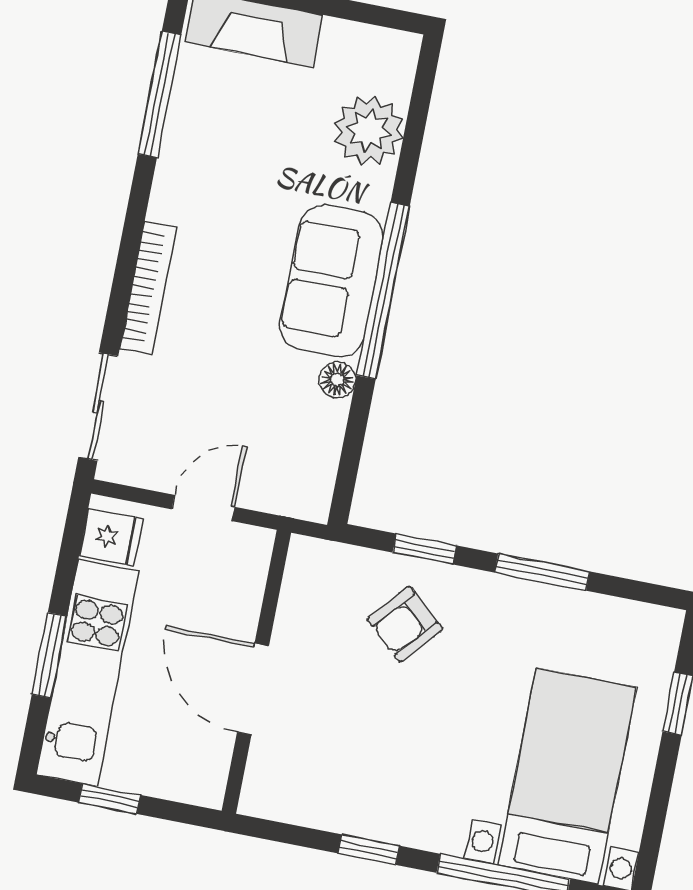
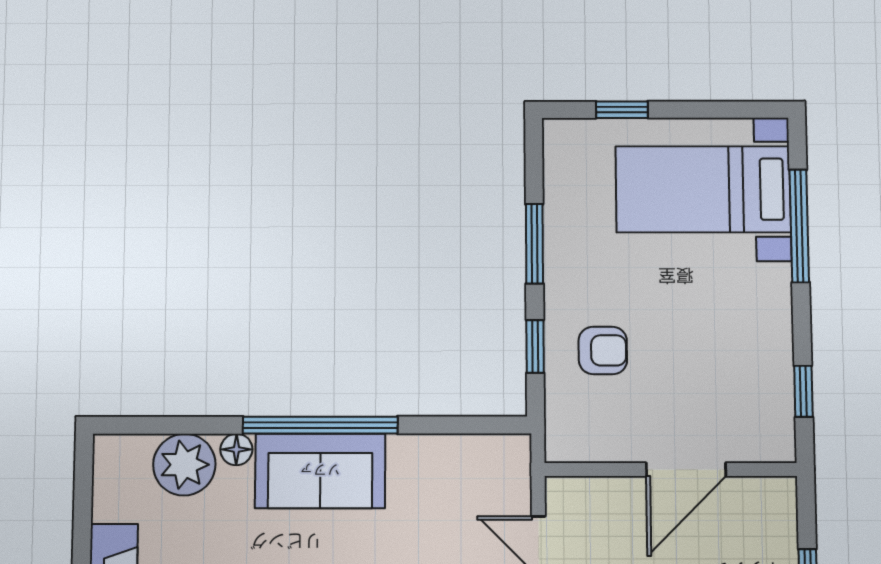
floor lamp: (337, 380) -> (236, 449), moved
armchair: (405, 624) -> (603, 350), turned -41
window: (369, 850) -> (803, 391), moved

